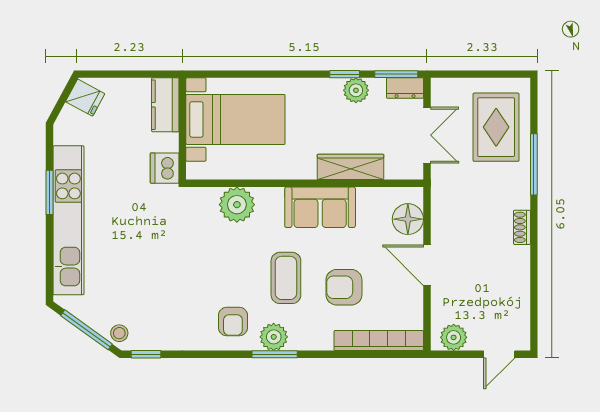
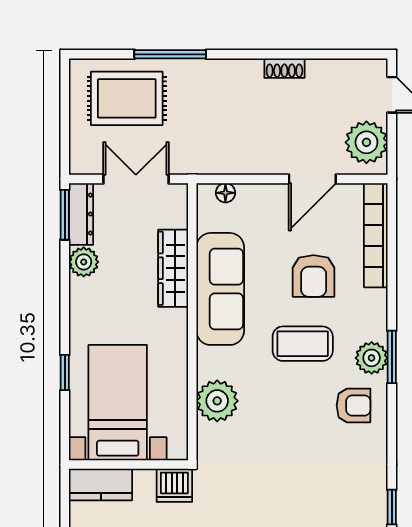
window: (345, 74) -> (65, 373), moved
dresser: (405, 88) -> (81, 214), width x1.44
sofa: (320, 207) -> (220, 289), width x1.36
floor lamp: (408, 219) -> (225, 193), width x0.53, depth x0.53
shoe rack: (522, 227) -> (284, 68), moved
door: (427, 265) -> (312, 179), moved
plant: (454, 337) -> (366, 142), width x1.36, depth x1.36

